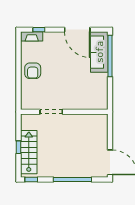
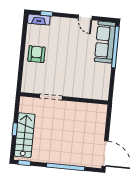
door: (77, 30) -> (85, 17), width x0.53
armchair: (33, 71) -> (36, 54), turned 180

